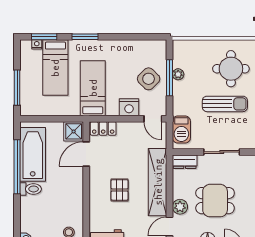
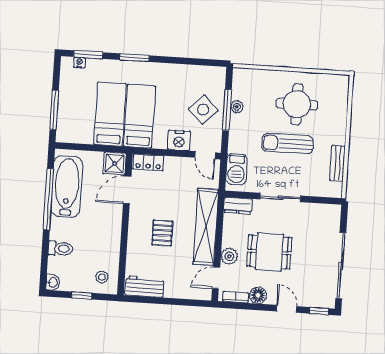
bed: (55, 68) -> (110, 114), moved, turned 180
sun lounger: (225, 104) -> (287, 143), turned 180
toilet: (31, 189) -> (60, 249), moved

